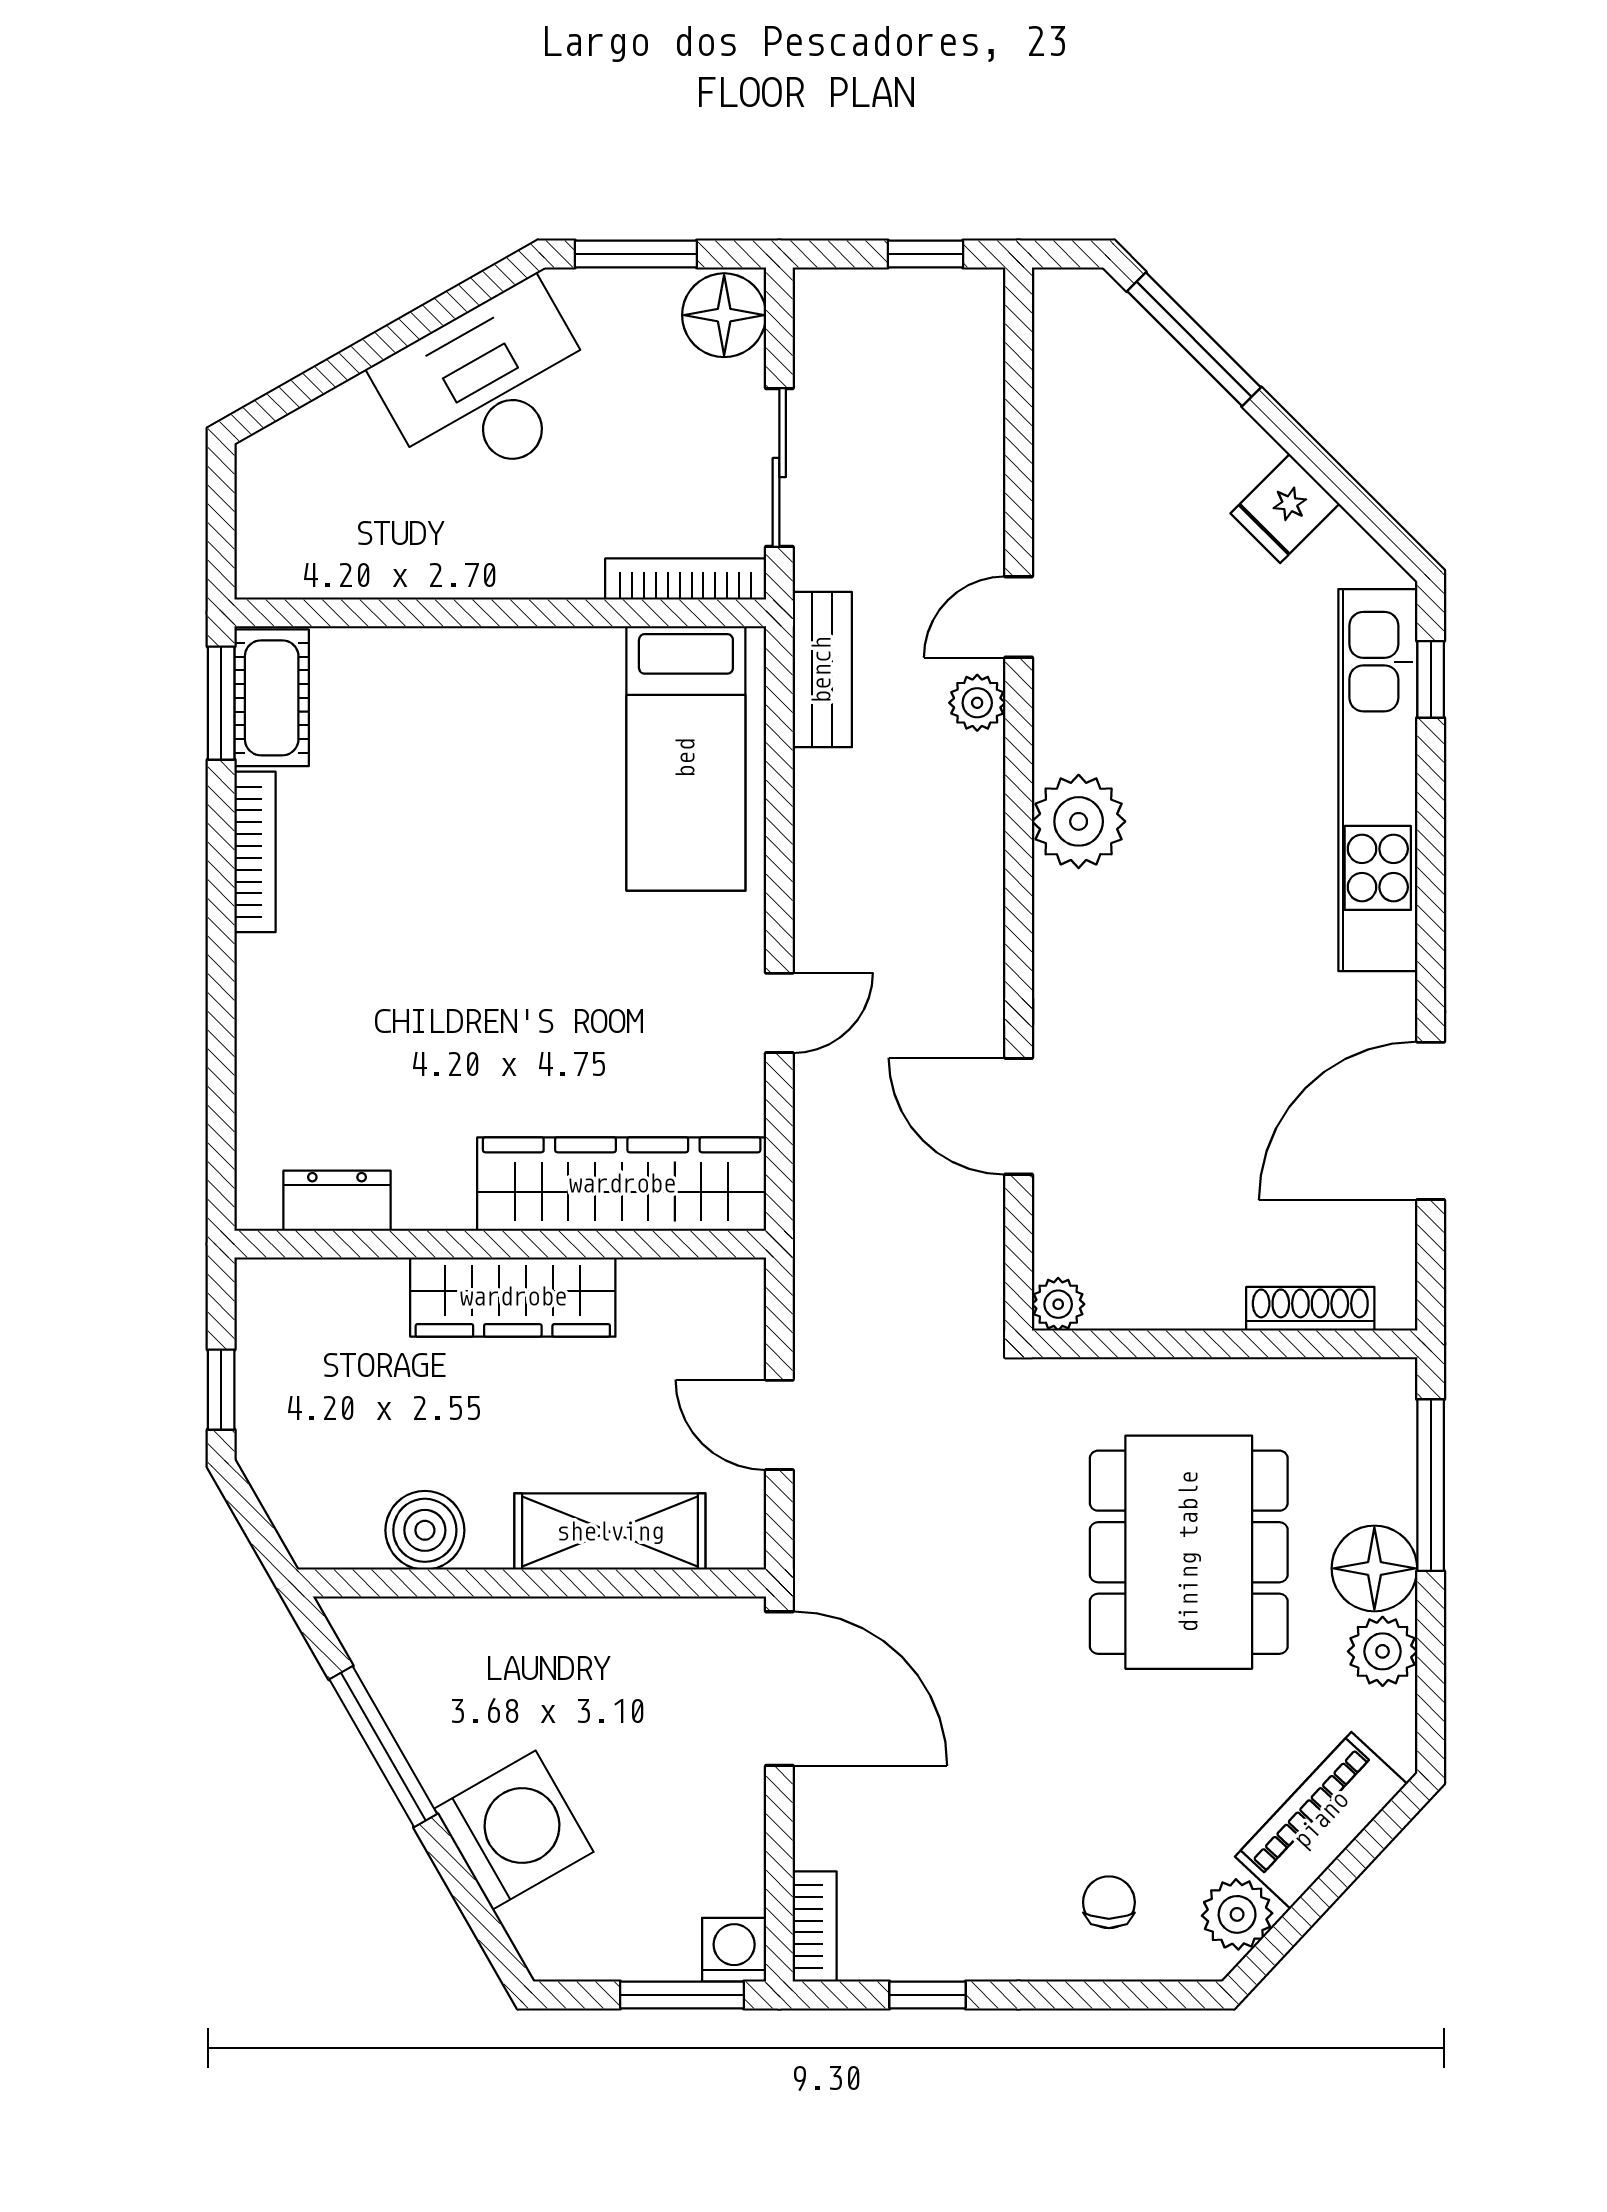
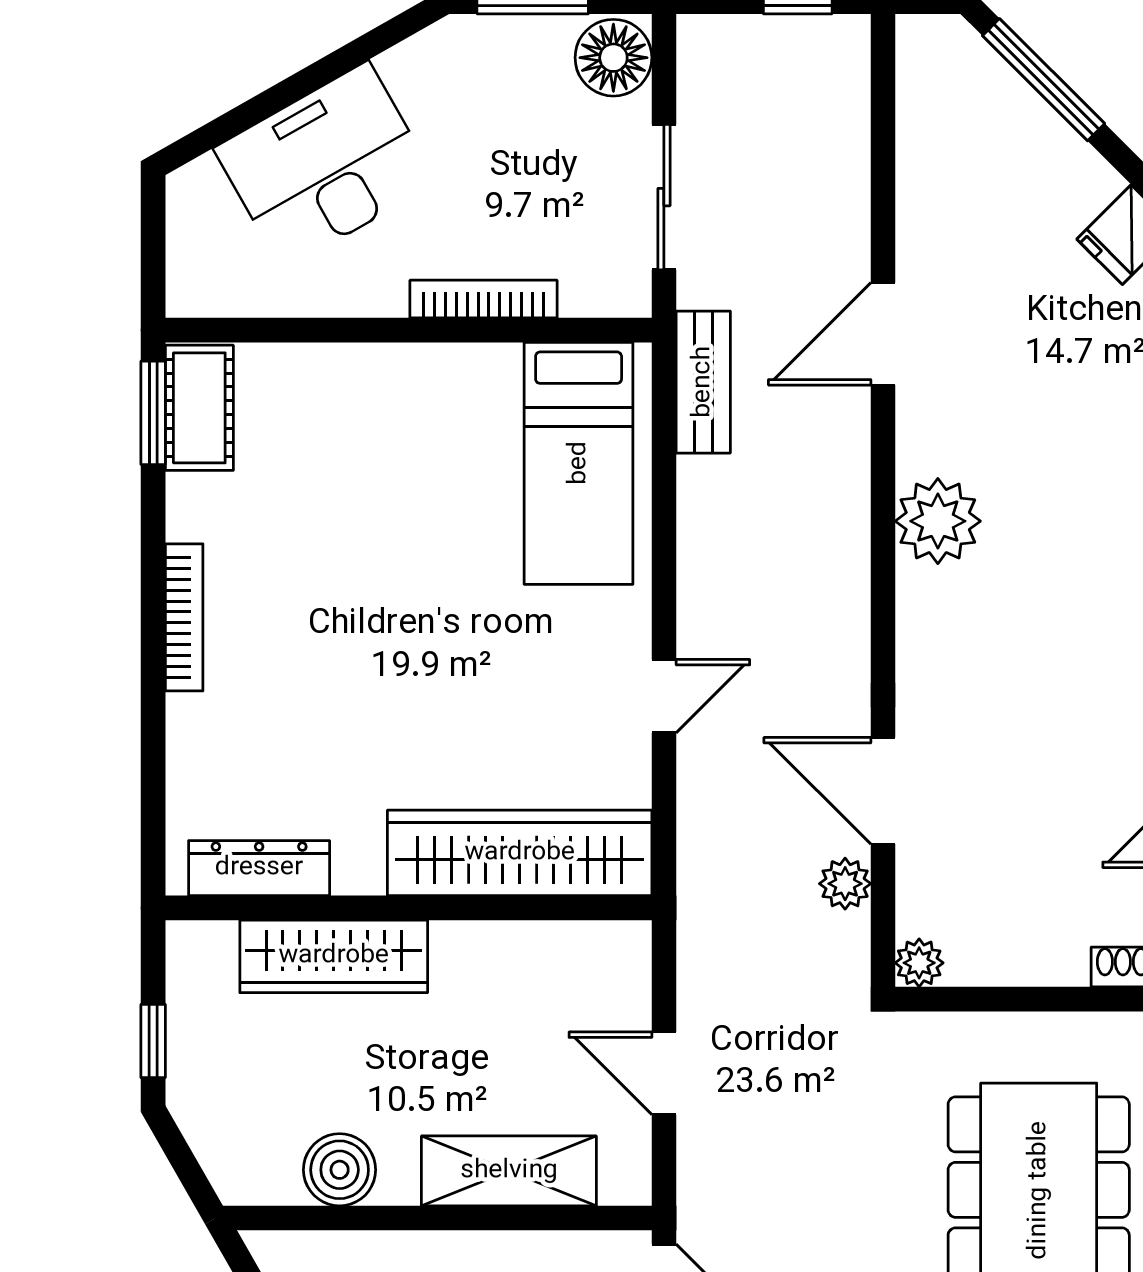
desk: (489, 388) -> (325, 165), moved
bookcase: (686, 579) -> (484, 299), moved
door: (1019, 617) -> (883, 334), width x1.38
plant: (977, 703) -> (845, 884), moved
bookcase: (255, 852) -> (184, 617), moved
dresser: (337, 1201) -> (259, 868), width x1.44
wardrobe: (513, 1297) -> (334, 956), moved

